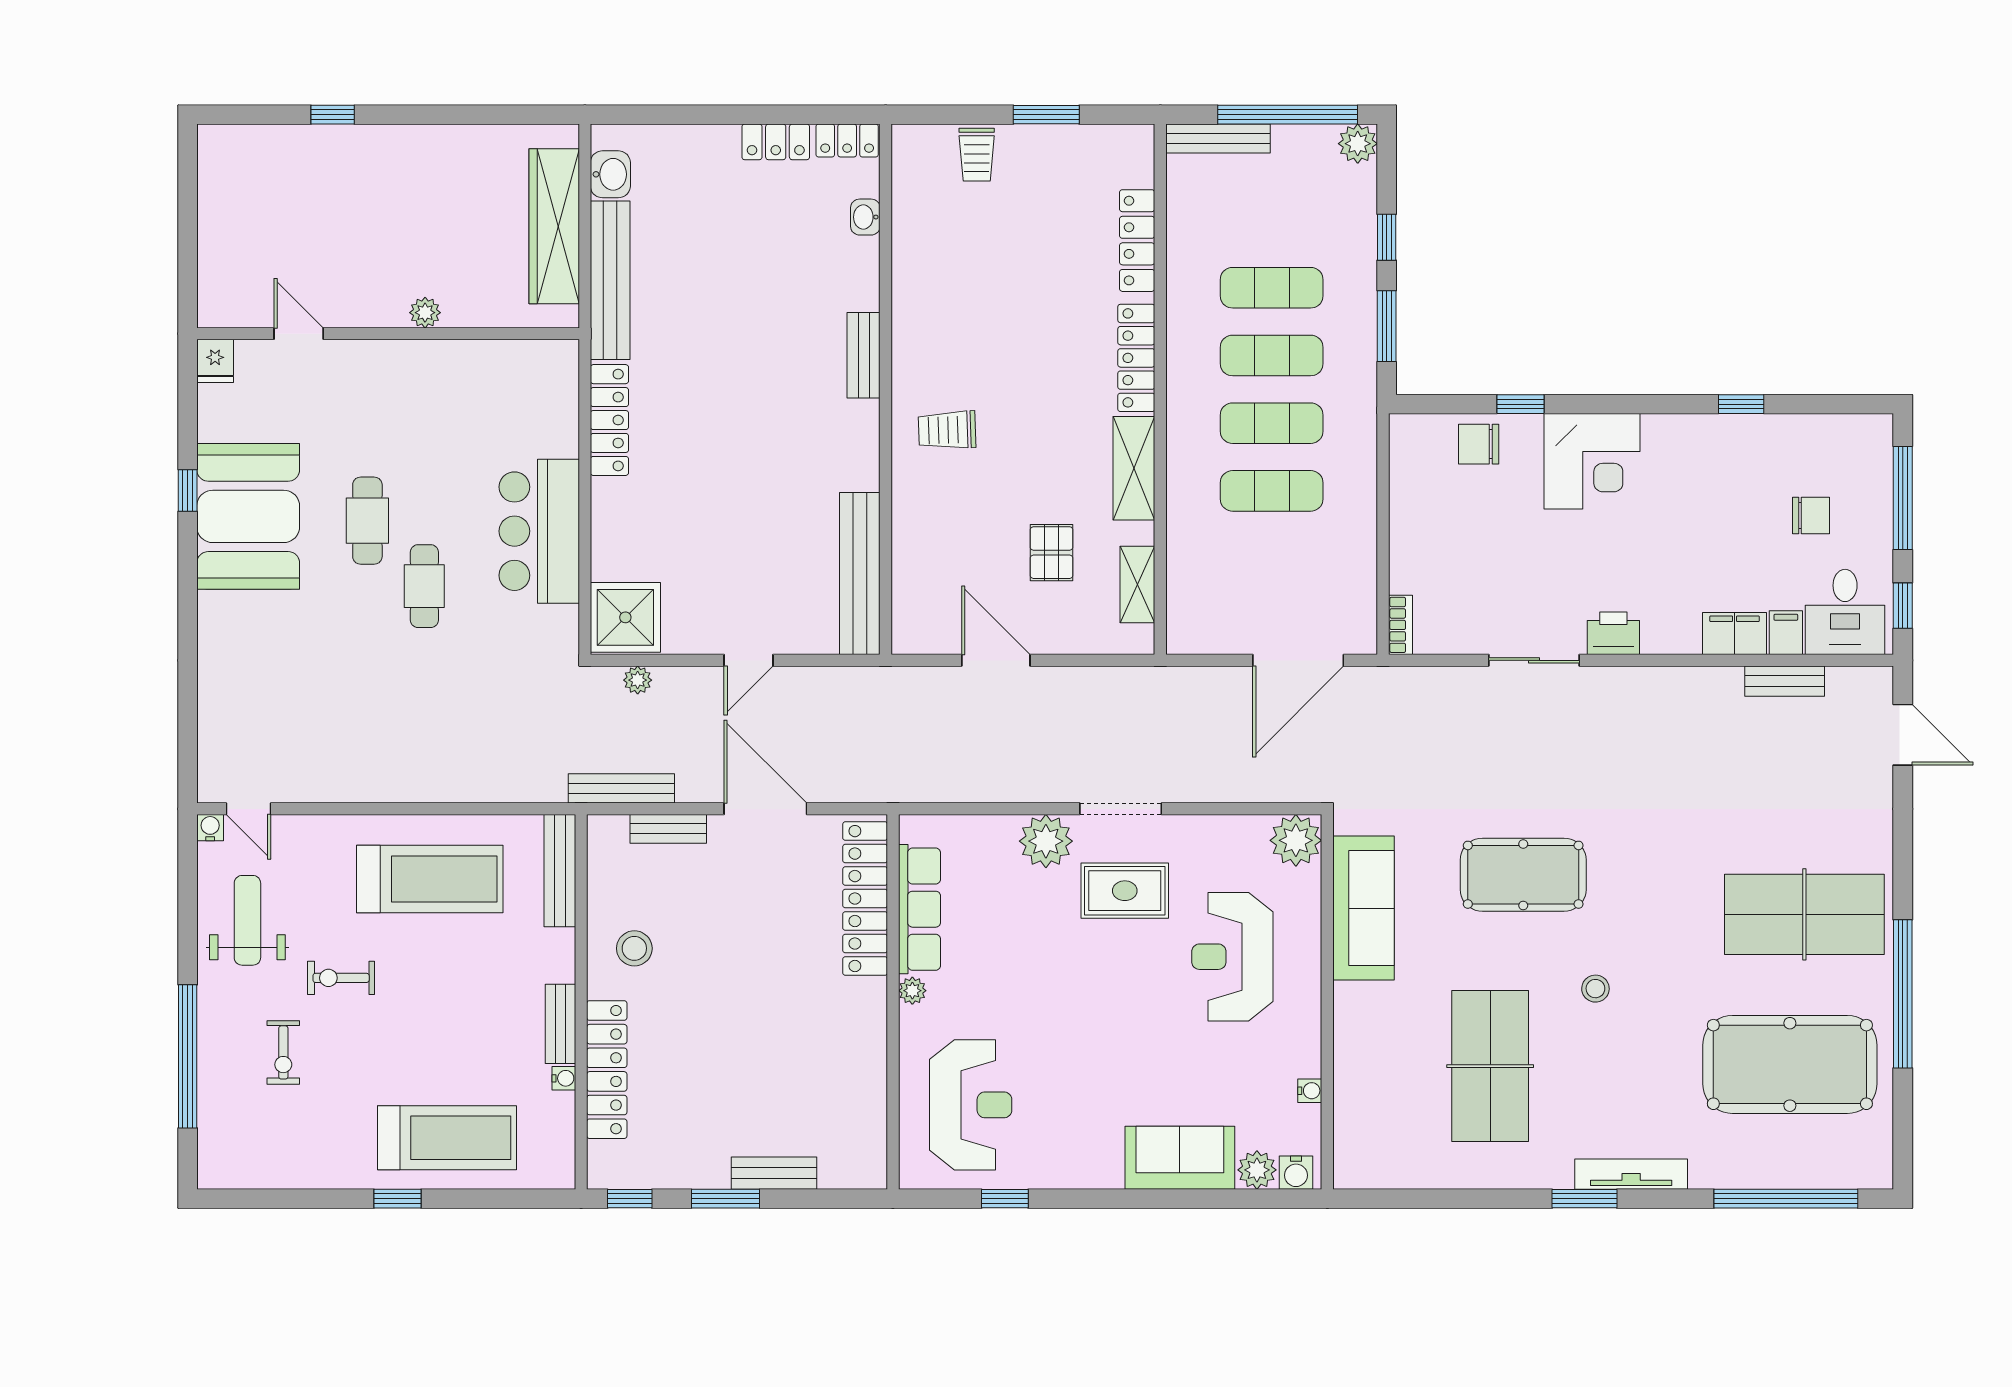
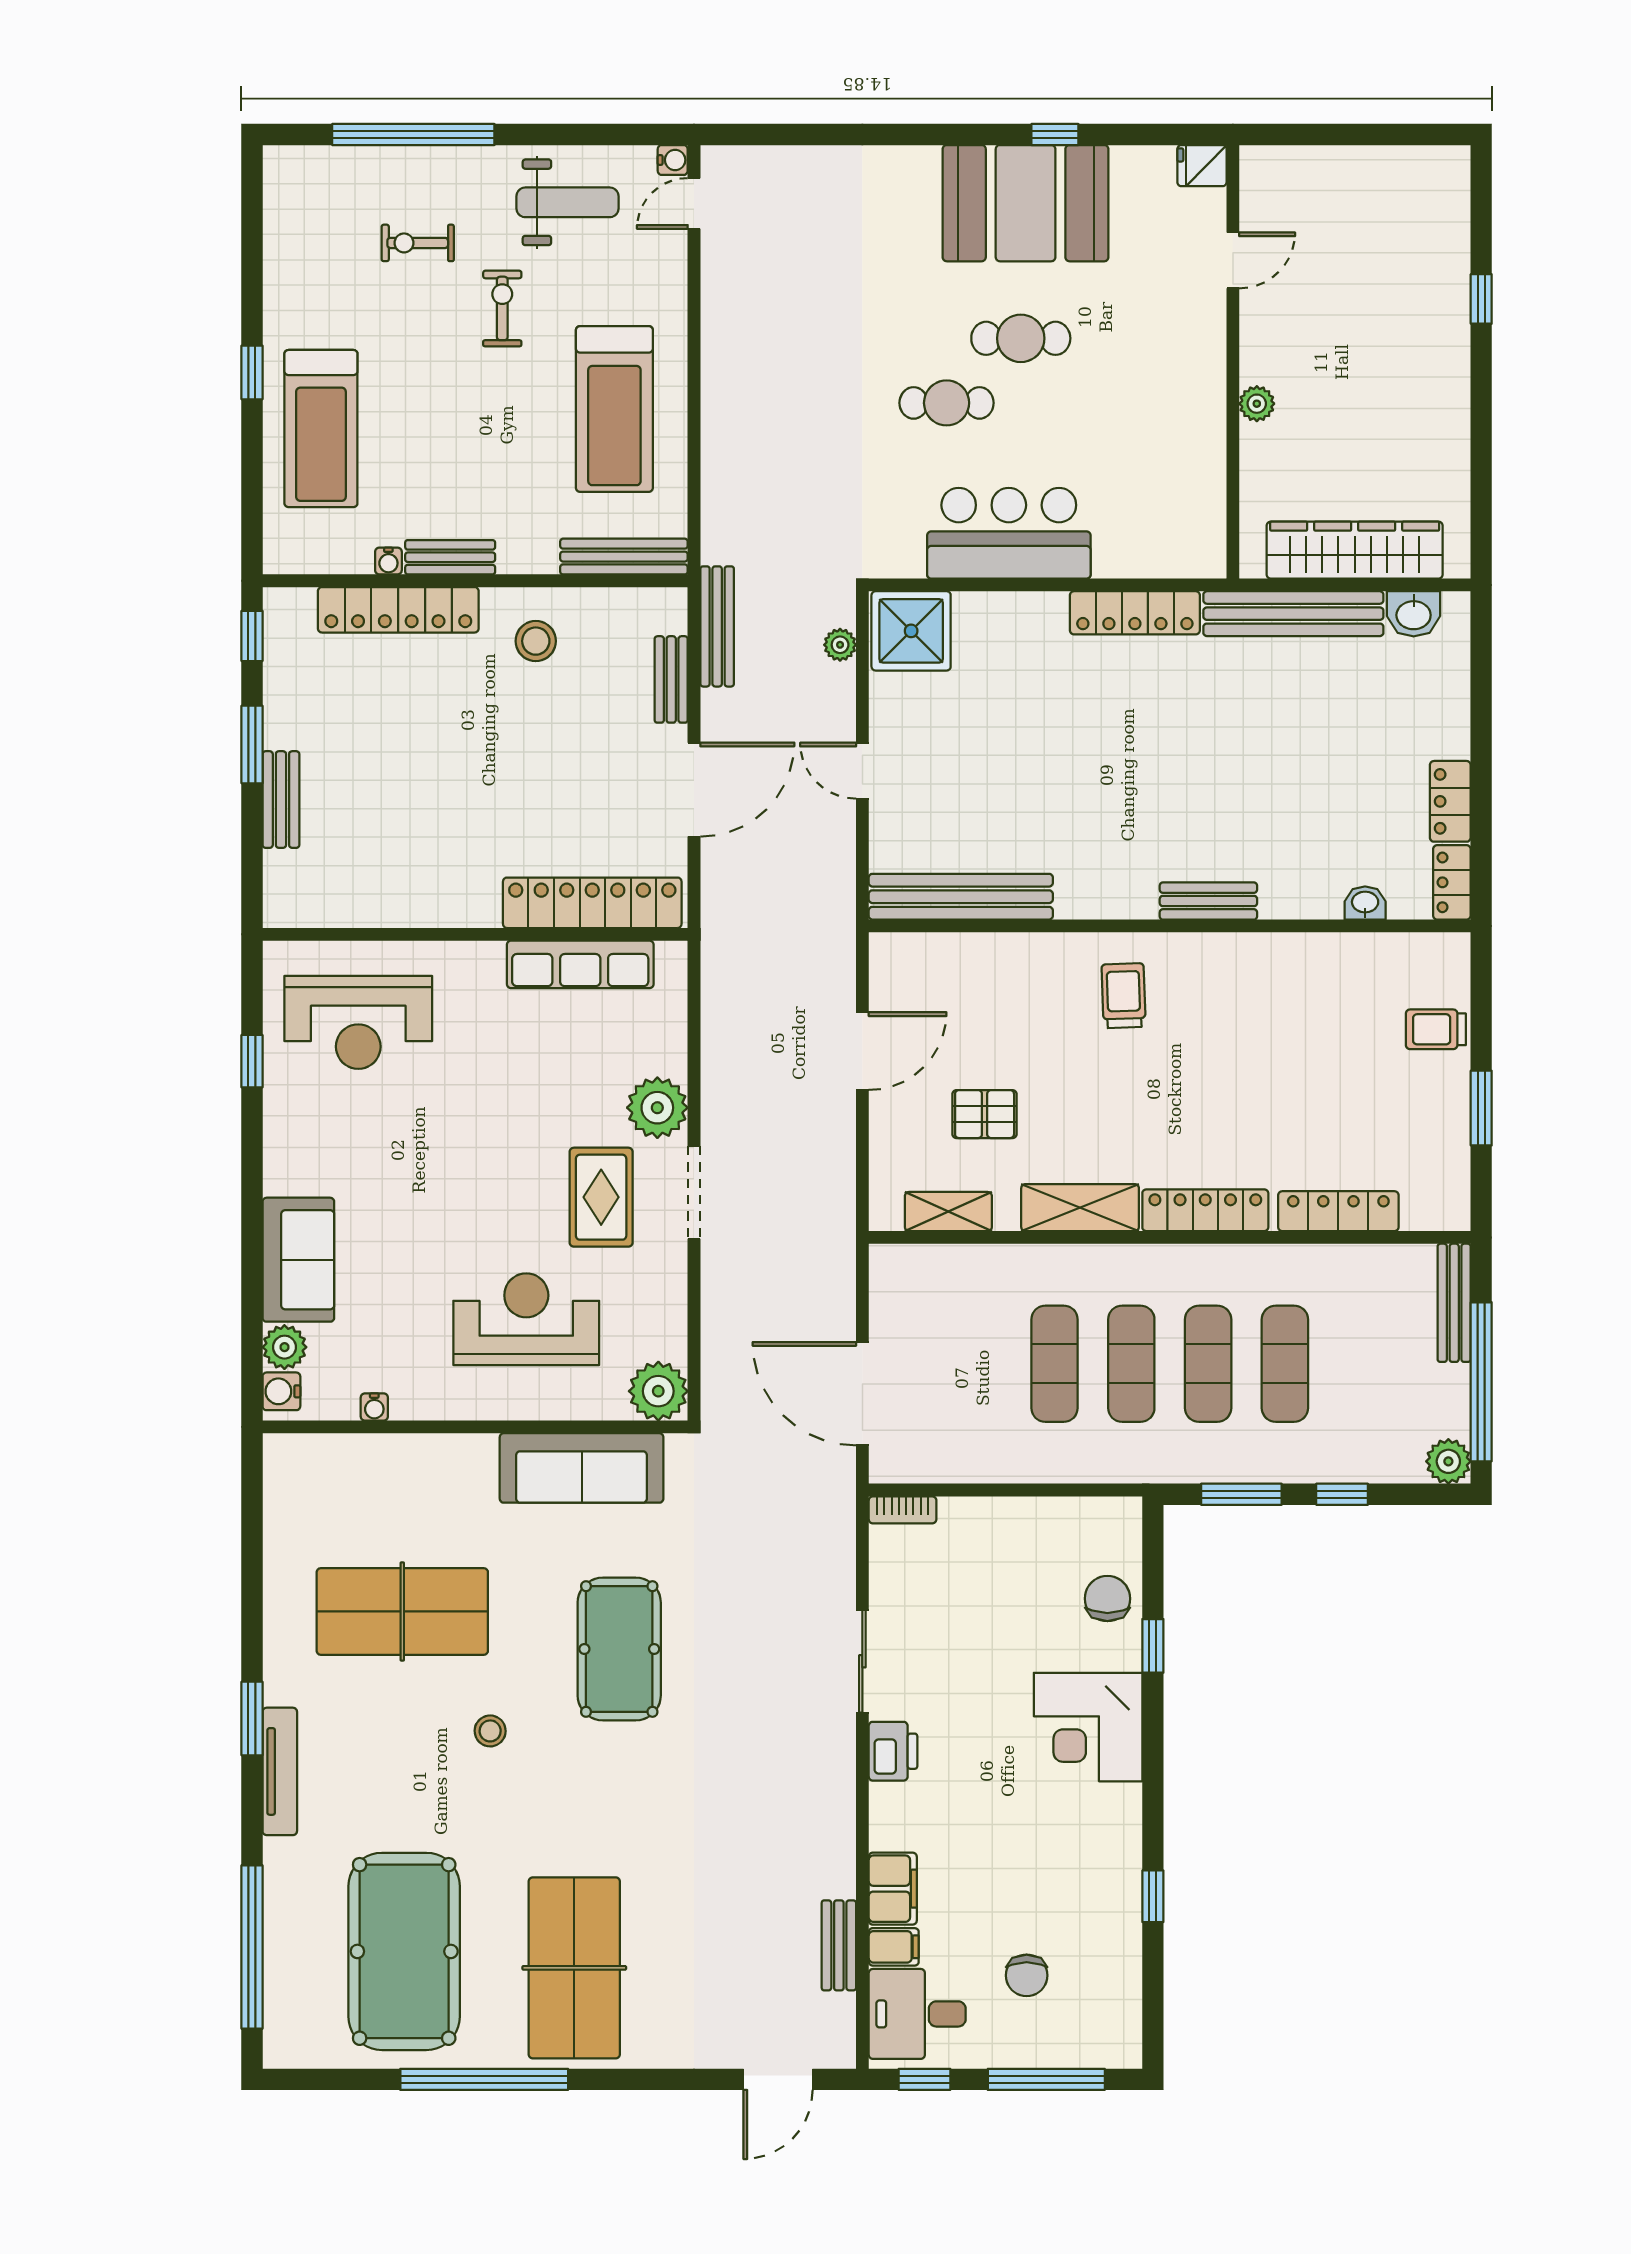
plant: (912, 991) -> (488, 956), removed

